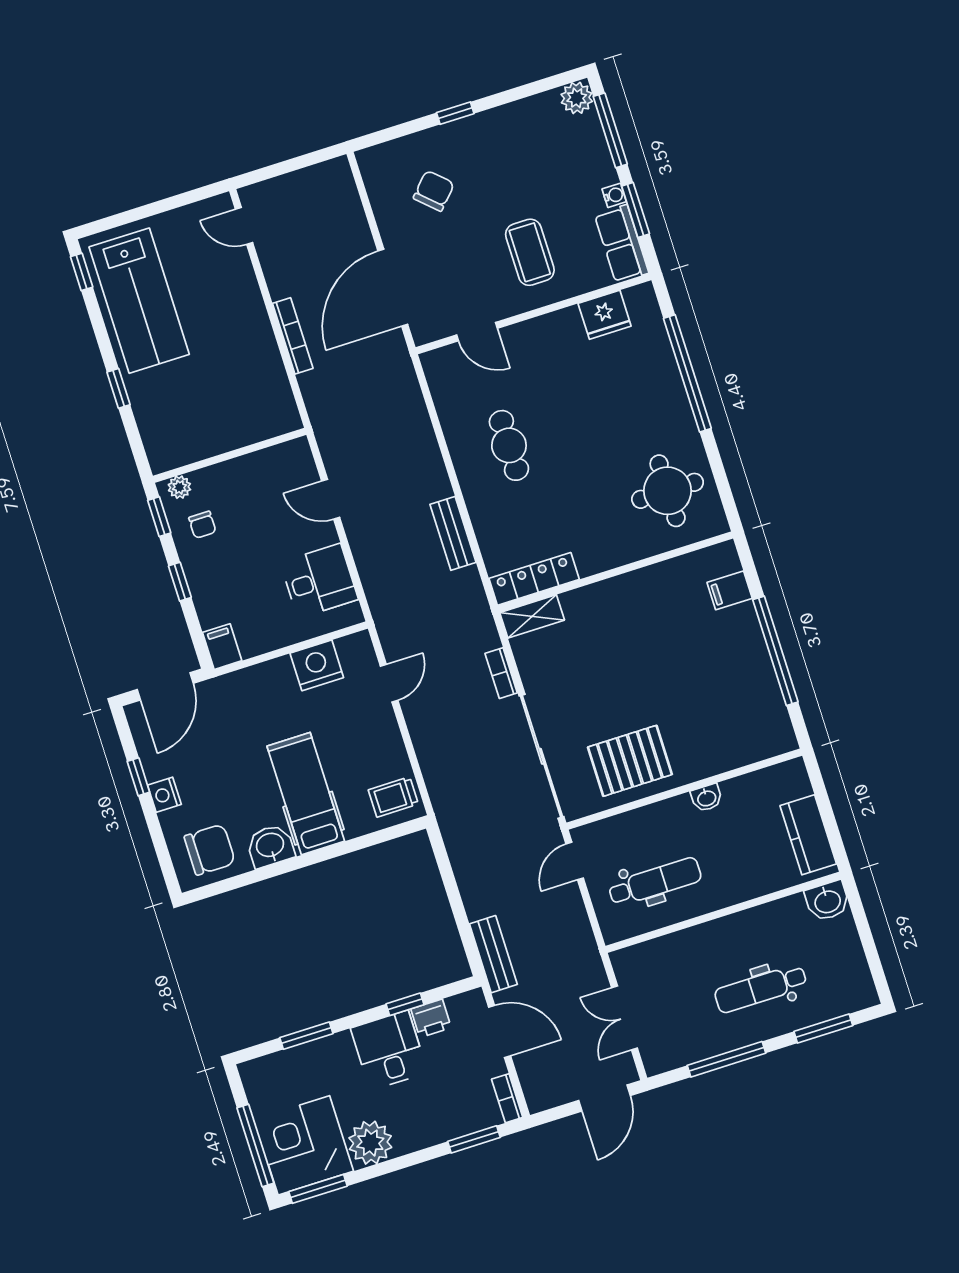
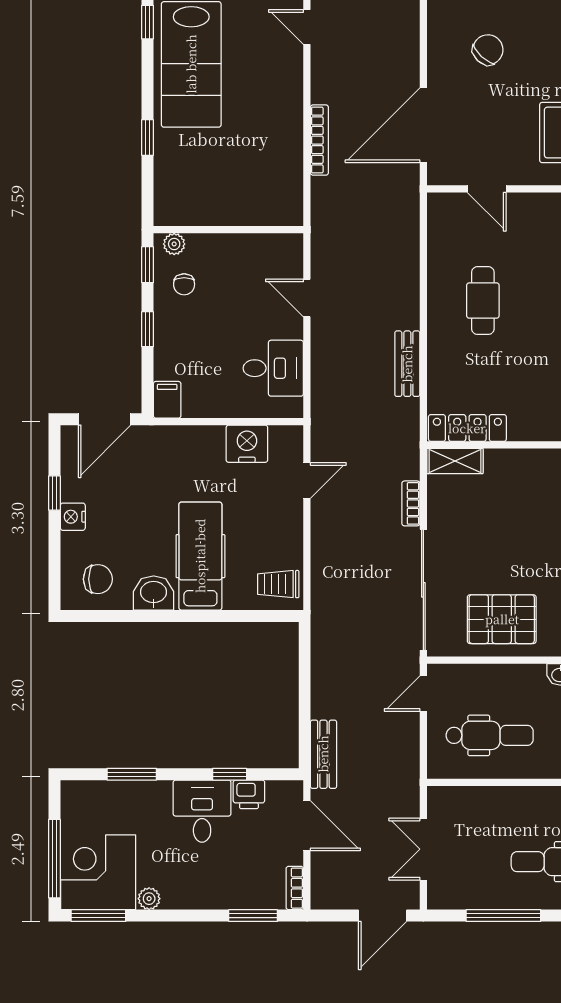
chair: (210, 850) -> (98, 579), width x0.73, depth x0.73
plant: (370, 1143) -> (149, 899), width x0.53, depth x0.53

